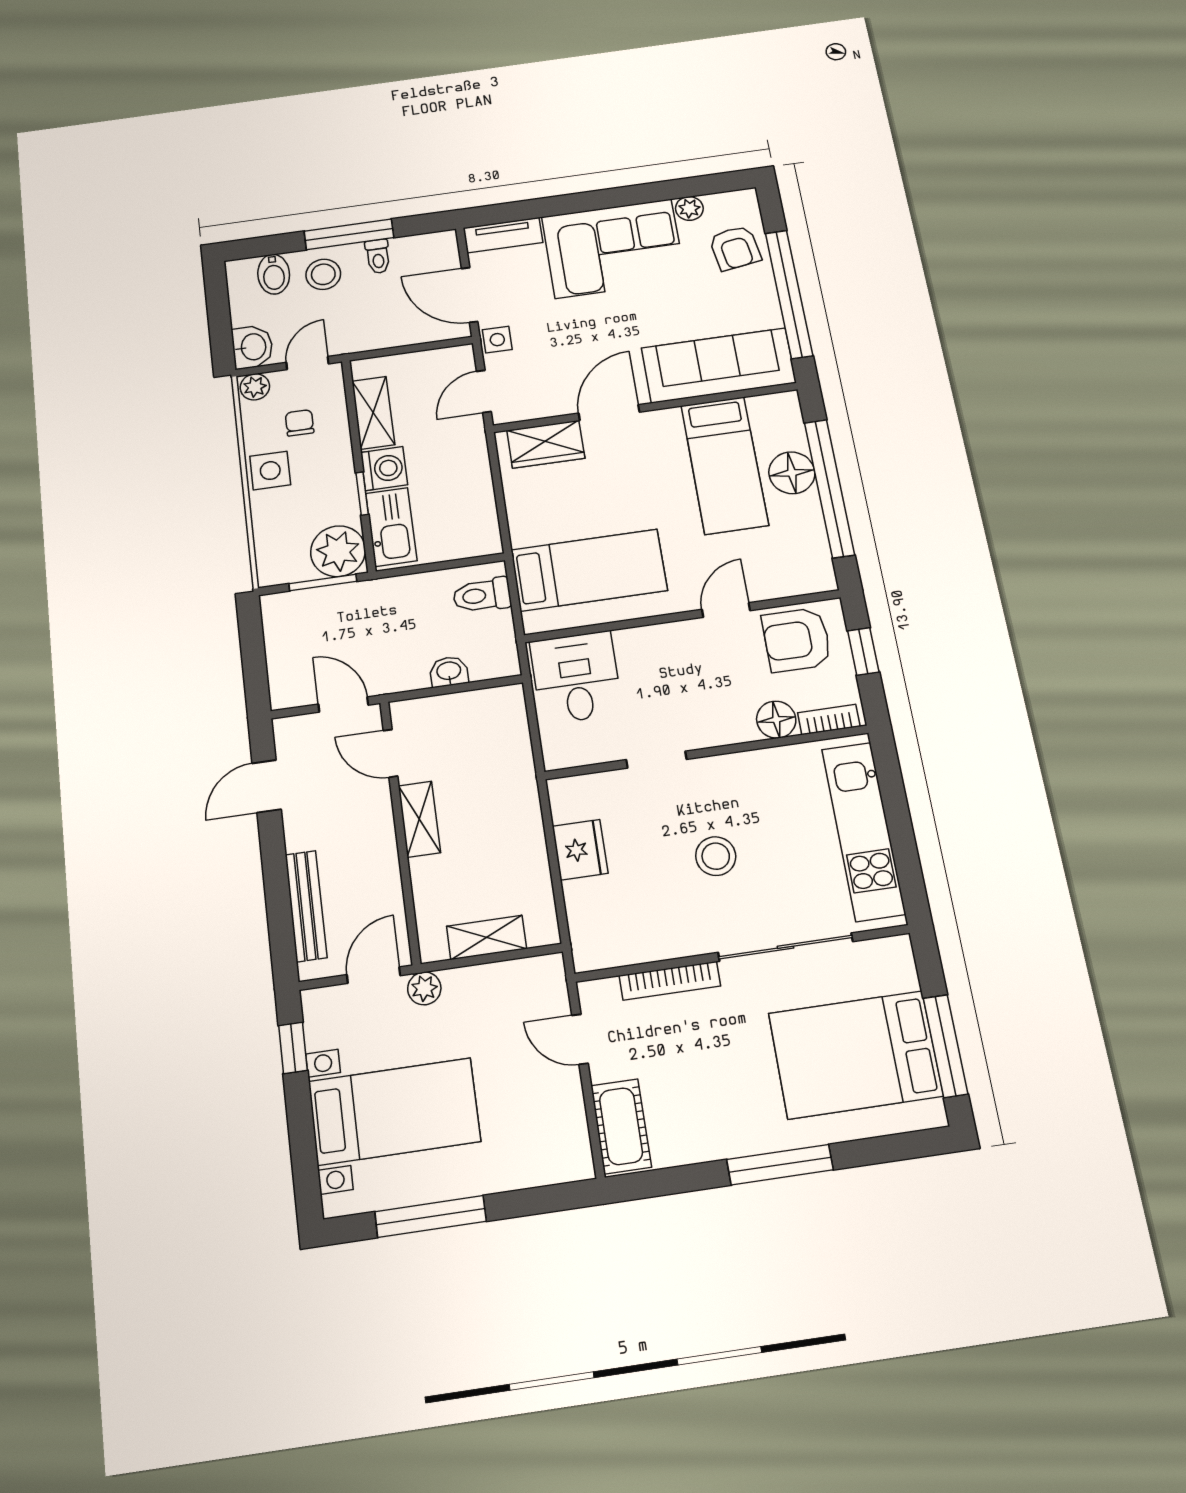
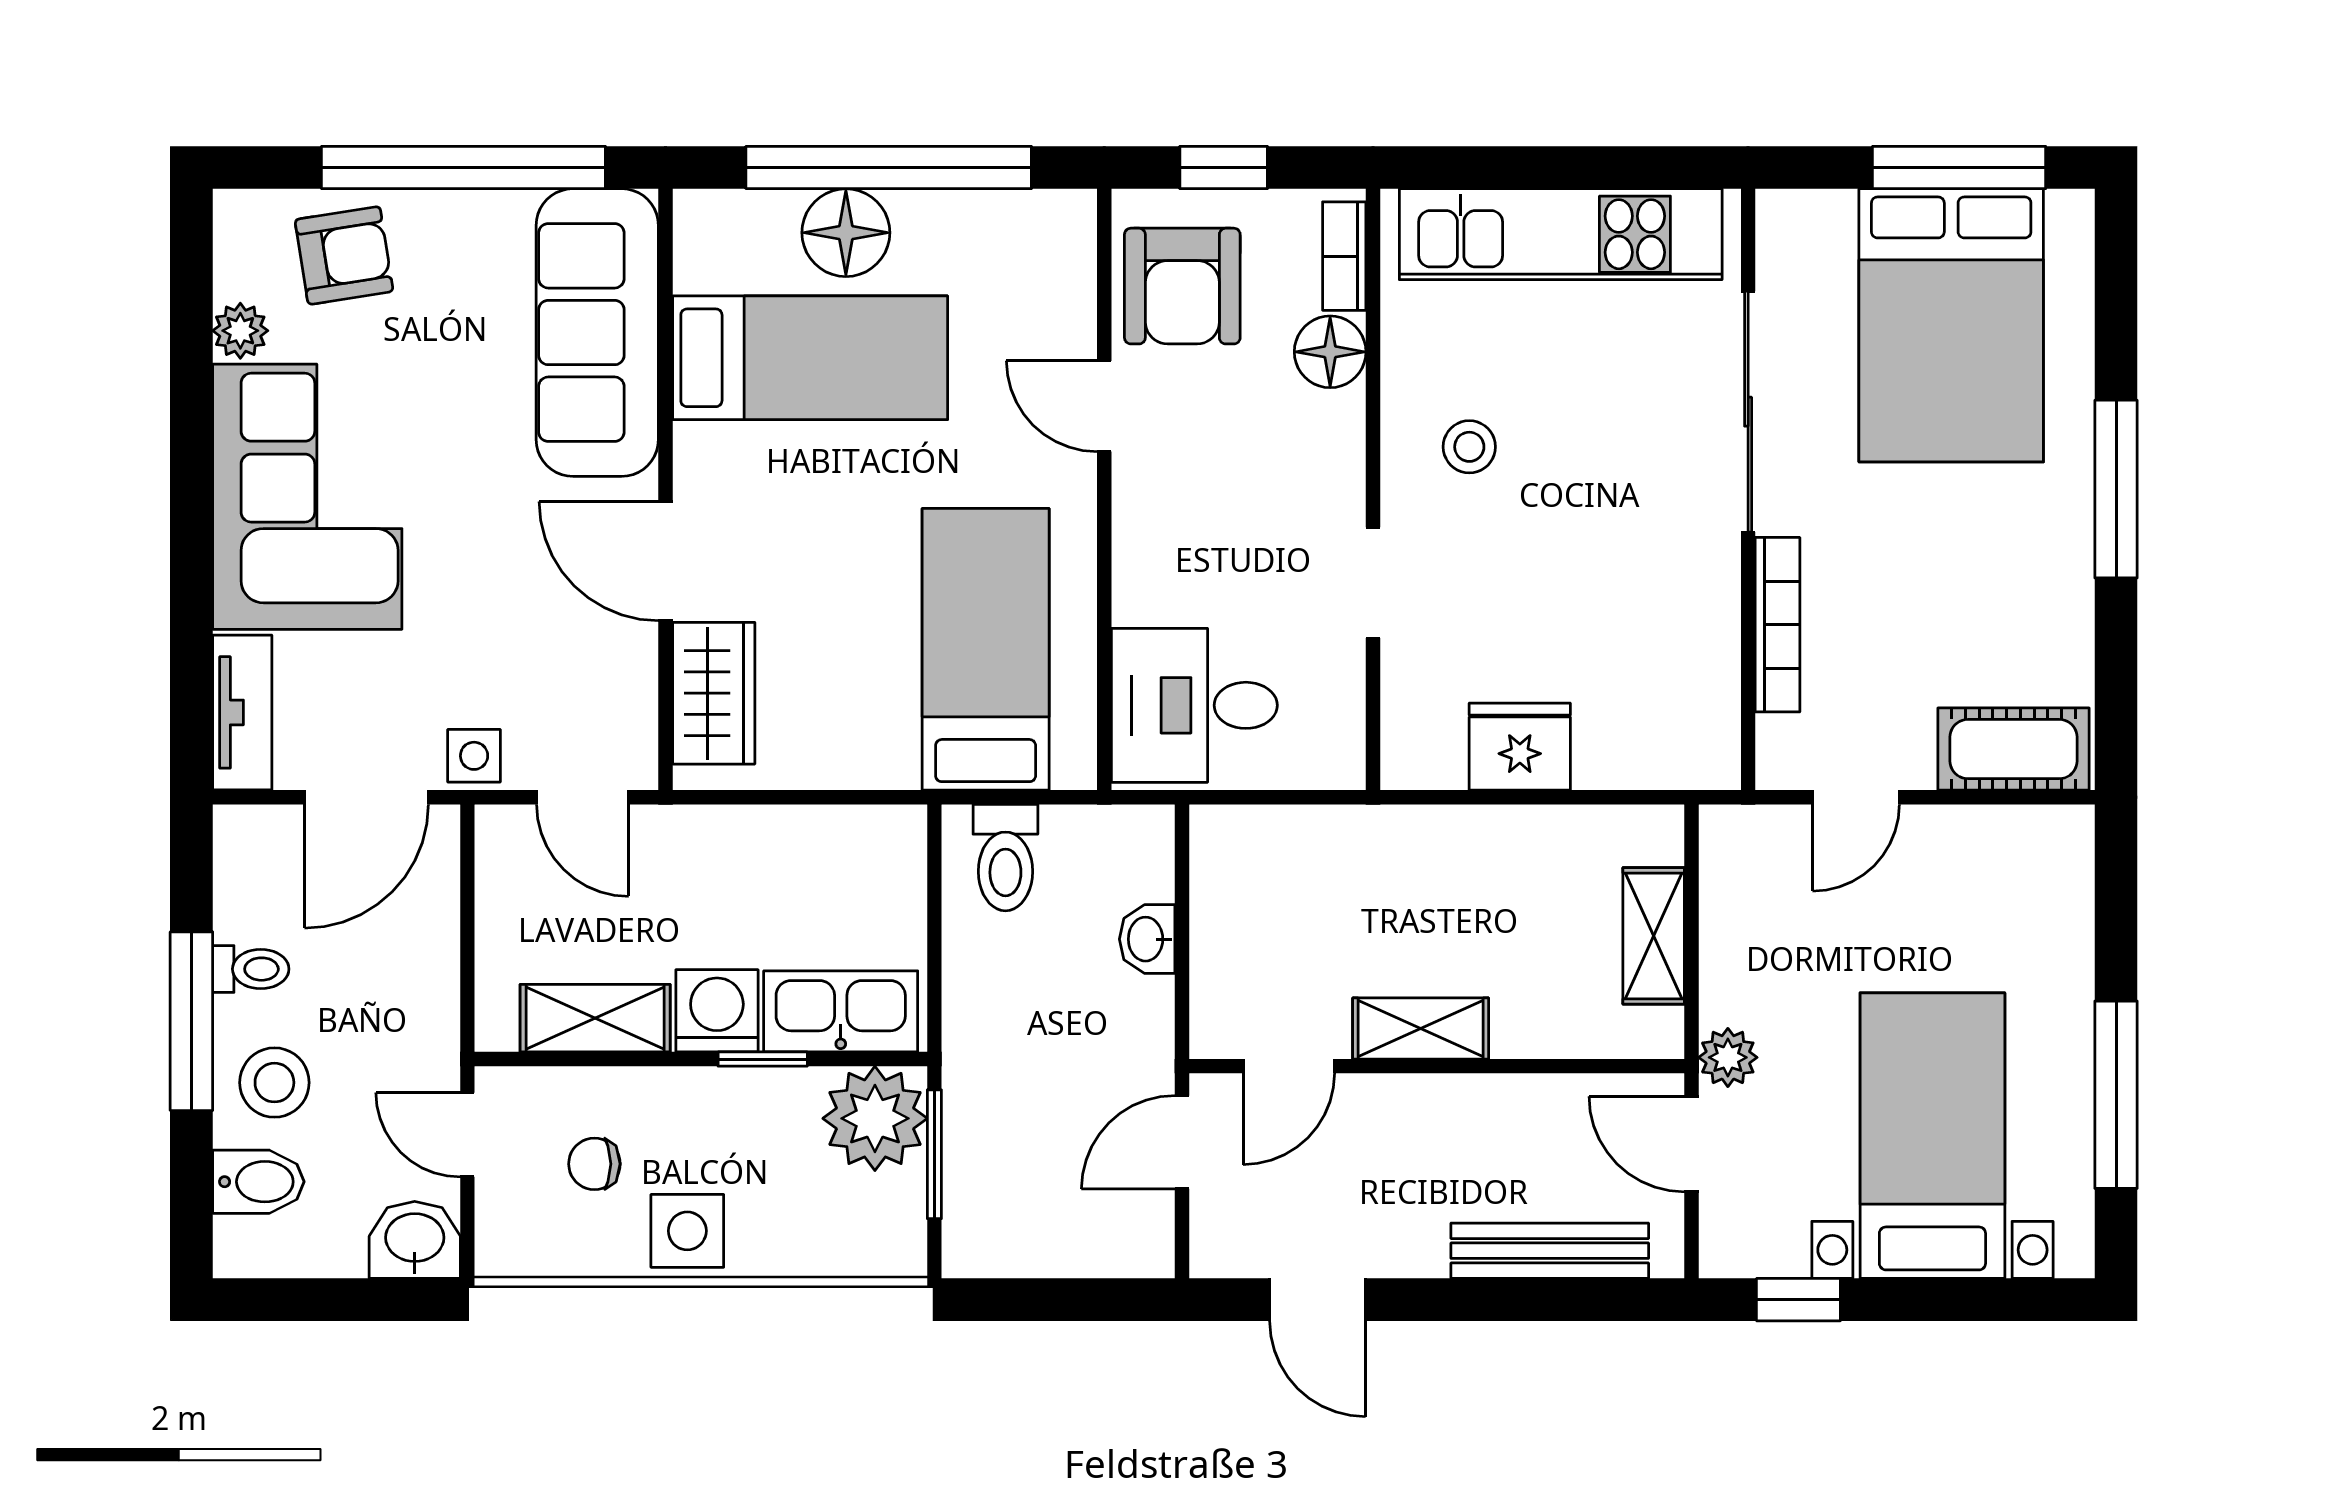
plant: (255, 387) -> (503, 1243), removed
stool: (716, 856) -> (1469, 447), moved, width x0.73, depth x0.73

